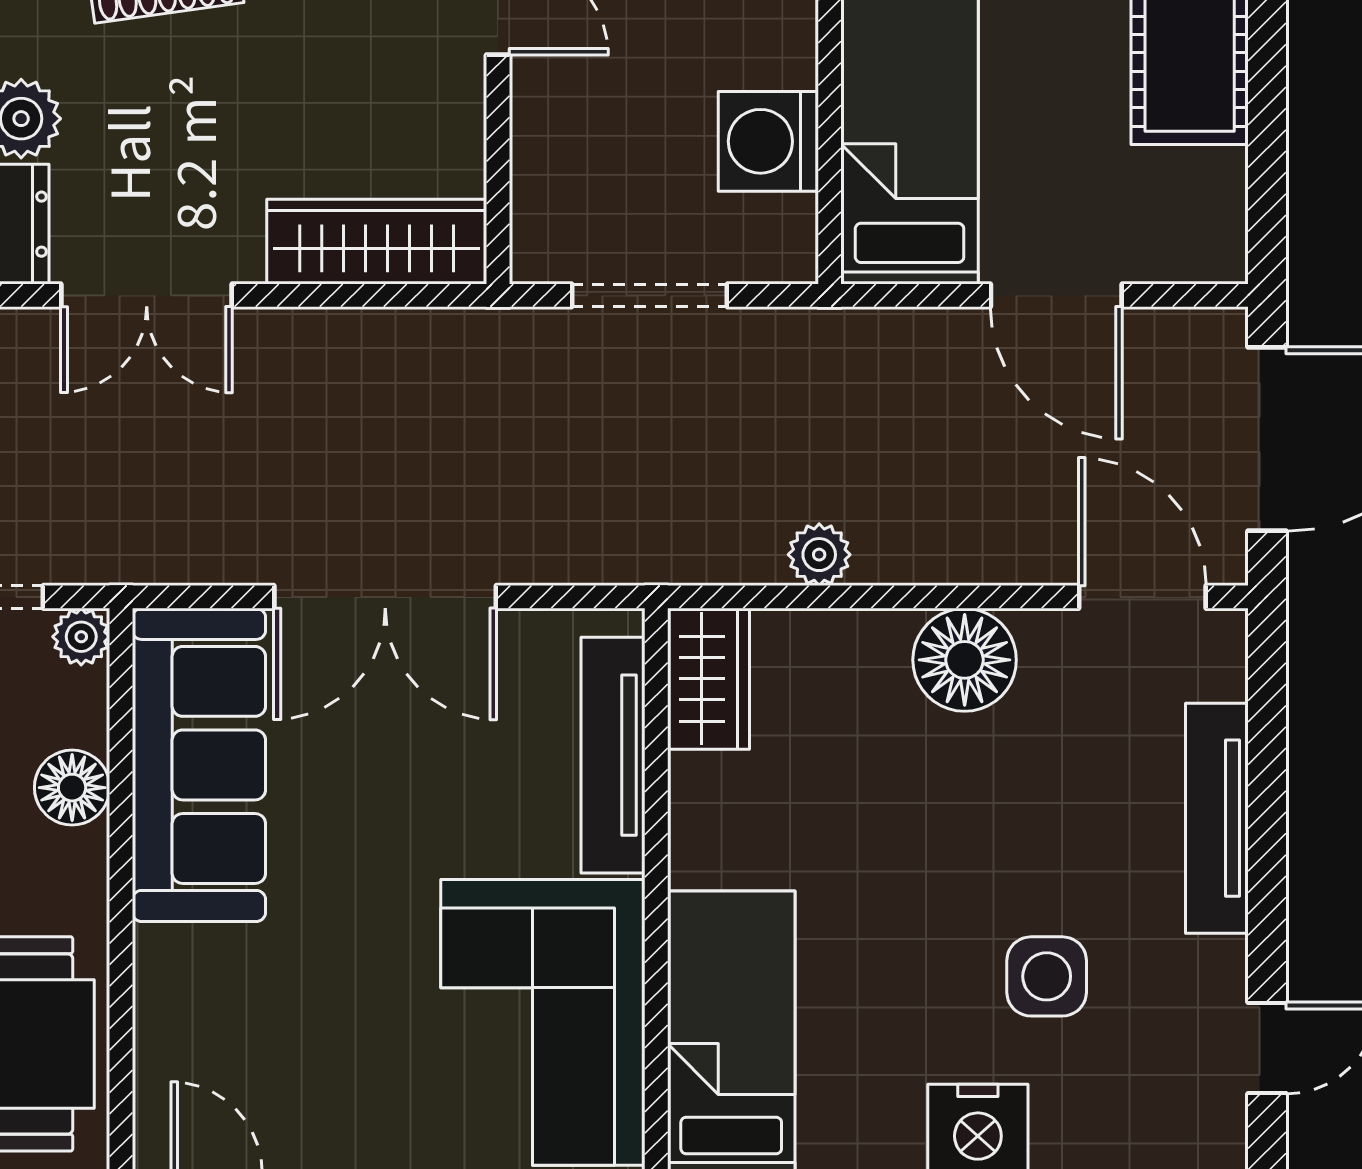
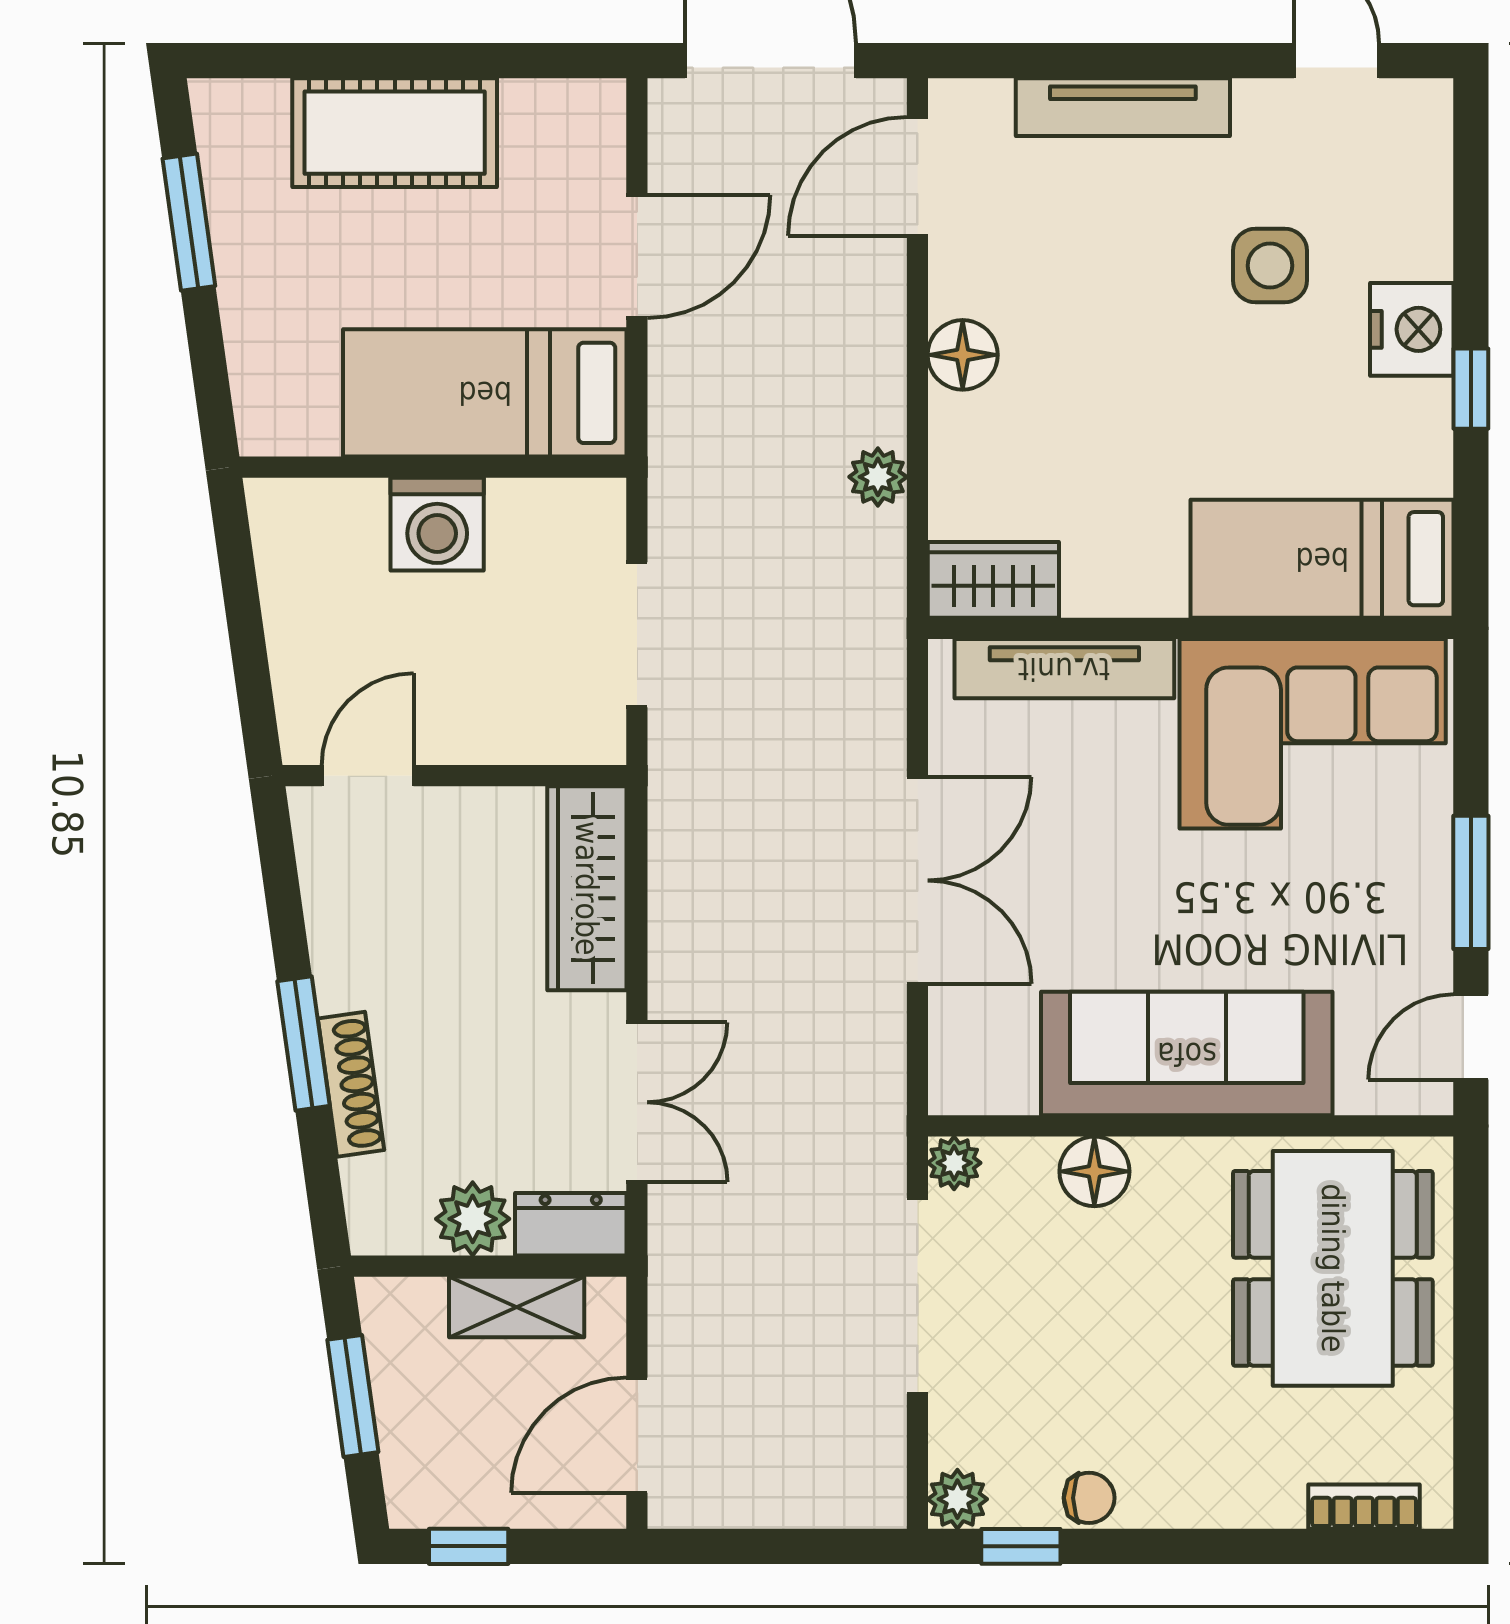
washing machine: (768, 141) -> (437, 524), moved
floor lamp: (965, 660) -> (963, 355), width x0.73, depth x0.73
sofa: (199, 765) -> (1187, 1054), moved

